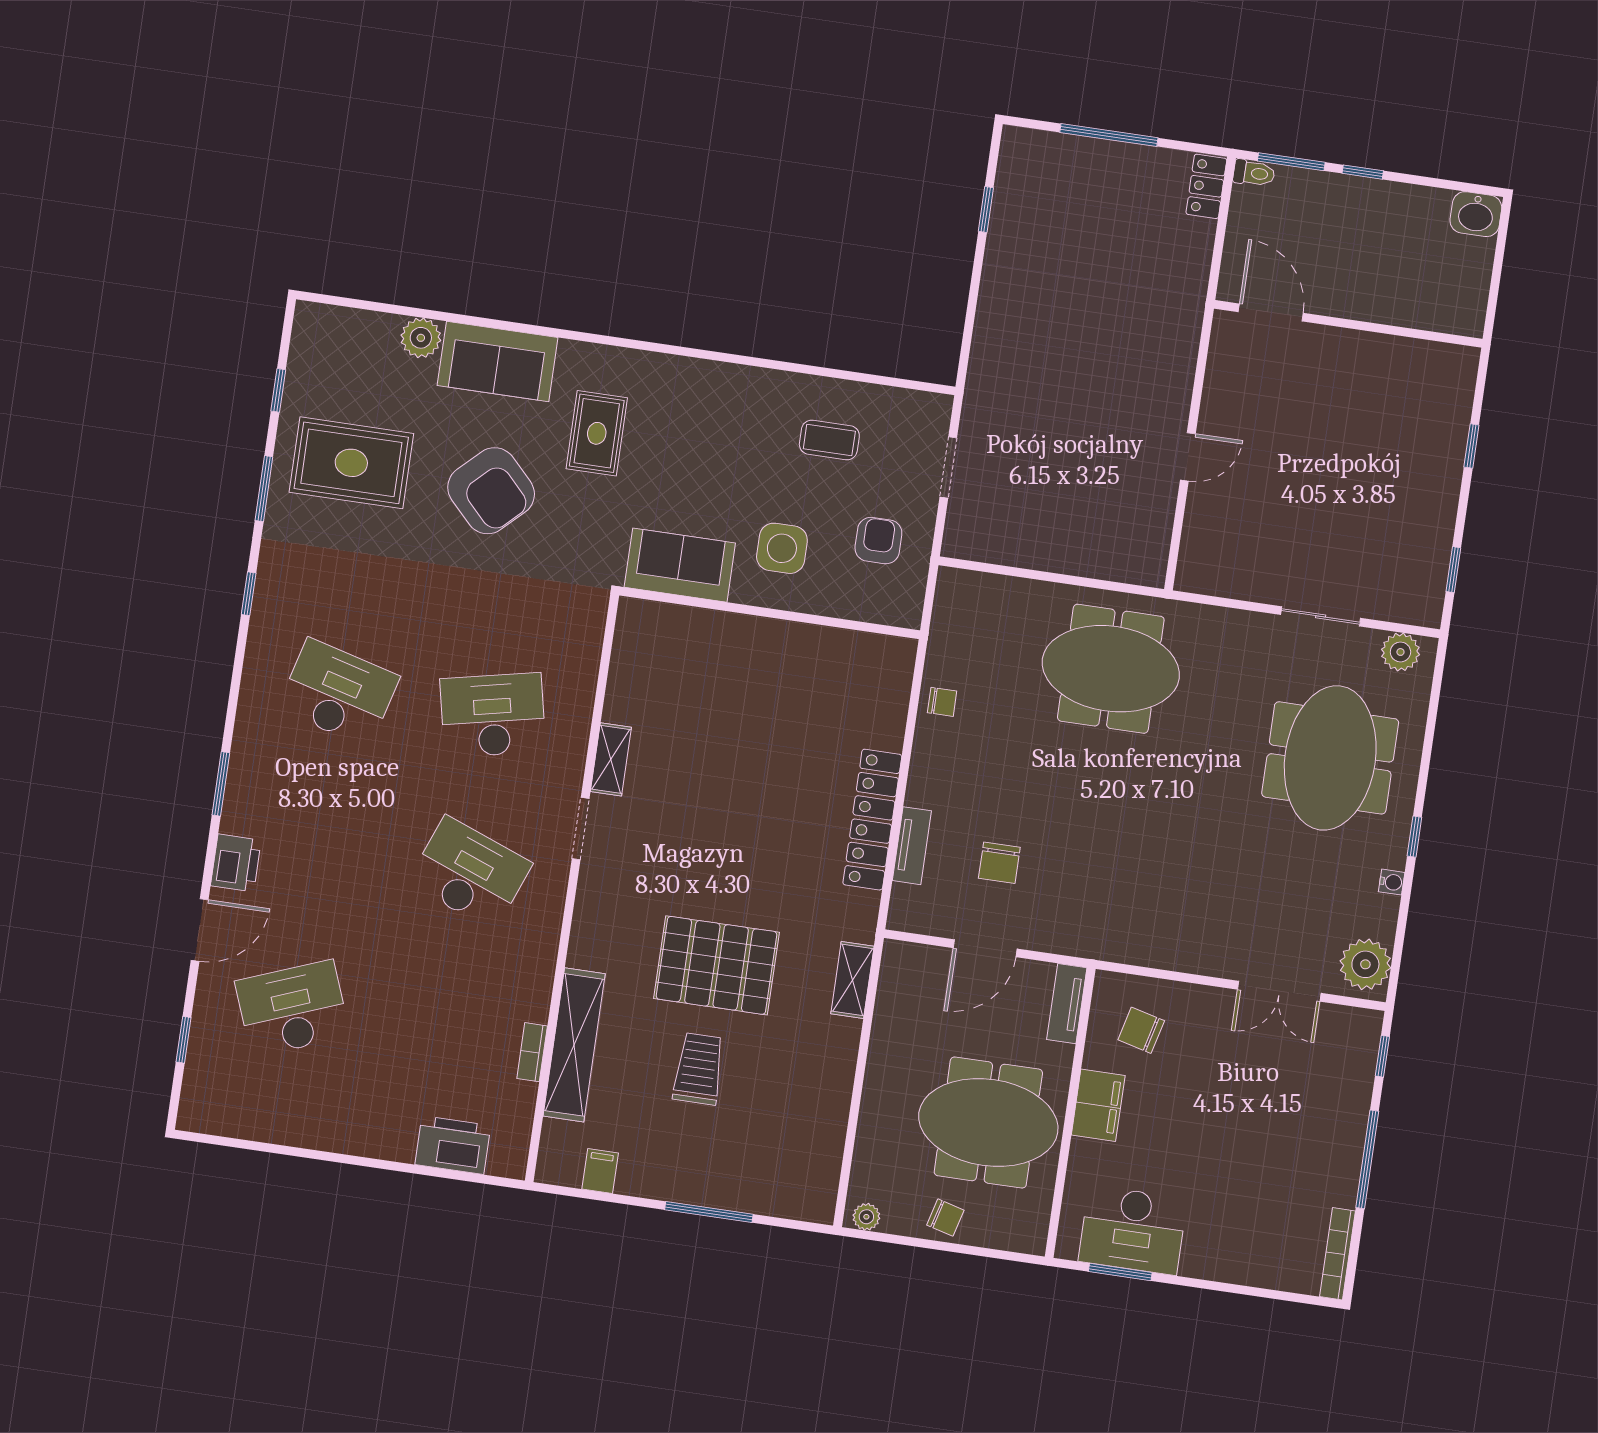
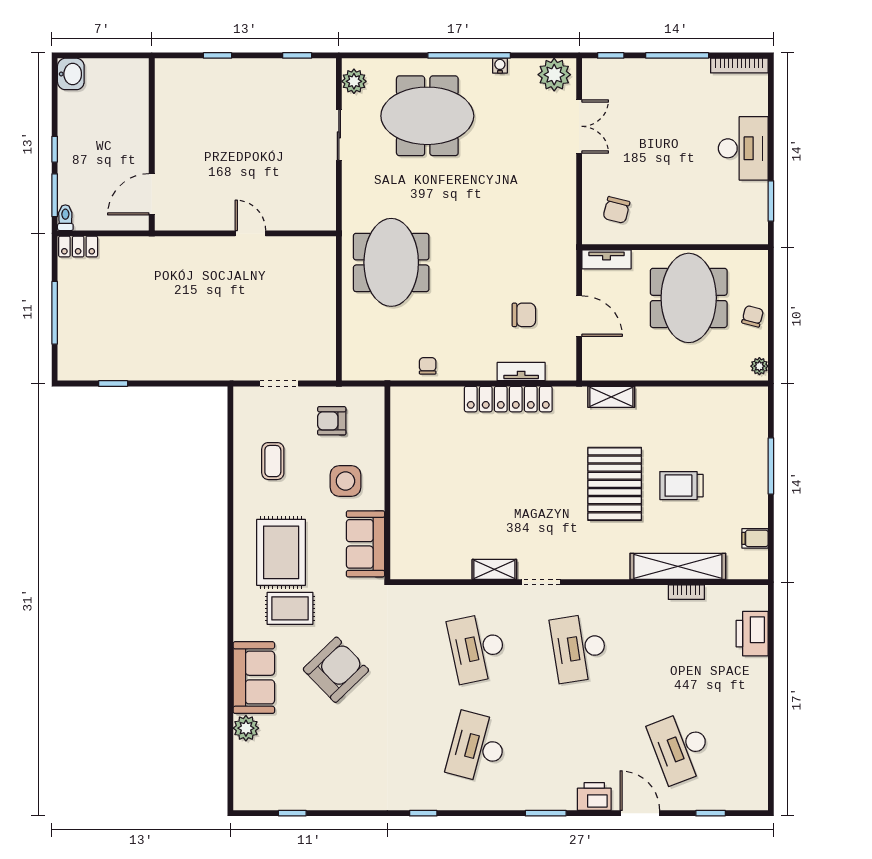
rug: (351, 463) -> (281, 552), moved
window: (264, 489) -> (356, 813), removed
window: (1414, 837) -> (469, 55), width x3.17
desk: (470, 873) -> (579, 648), turned -30
filing cabinet: (1098, 1105) -> (668, 230), removed
desk: (1133, 1230) -> (743, 148), moved

